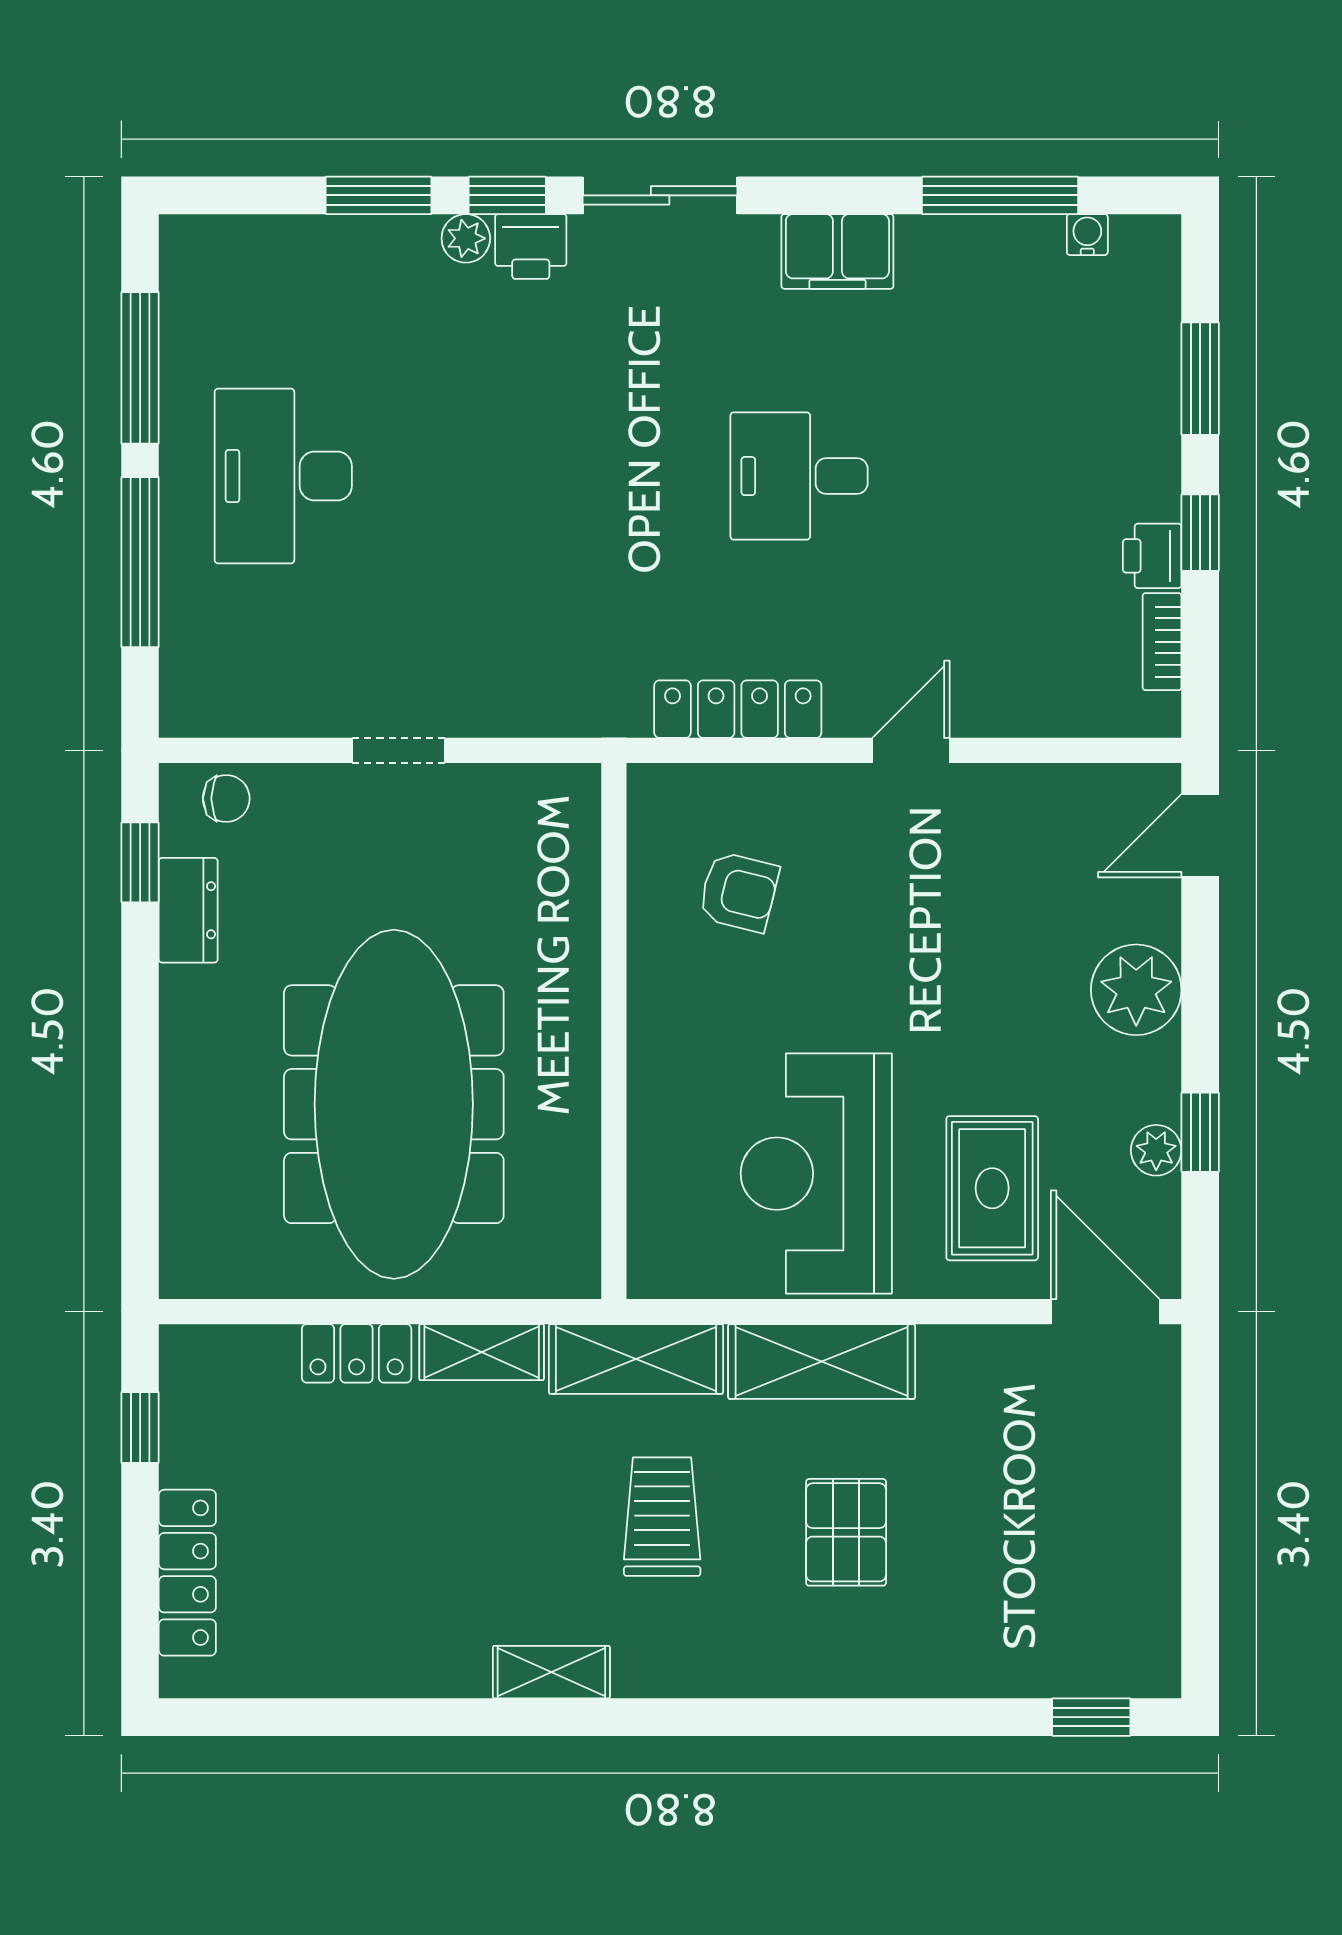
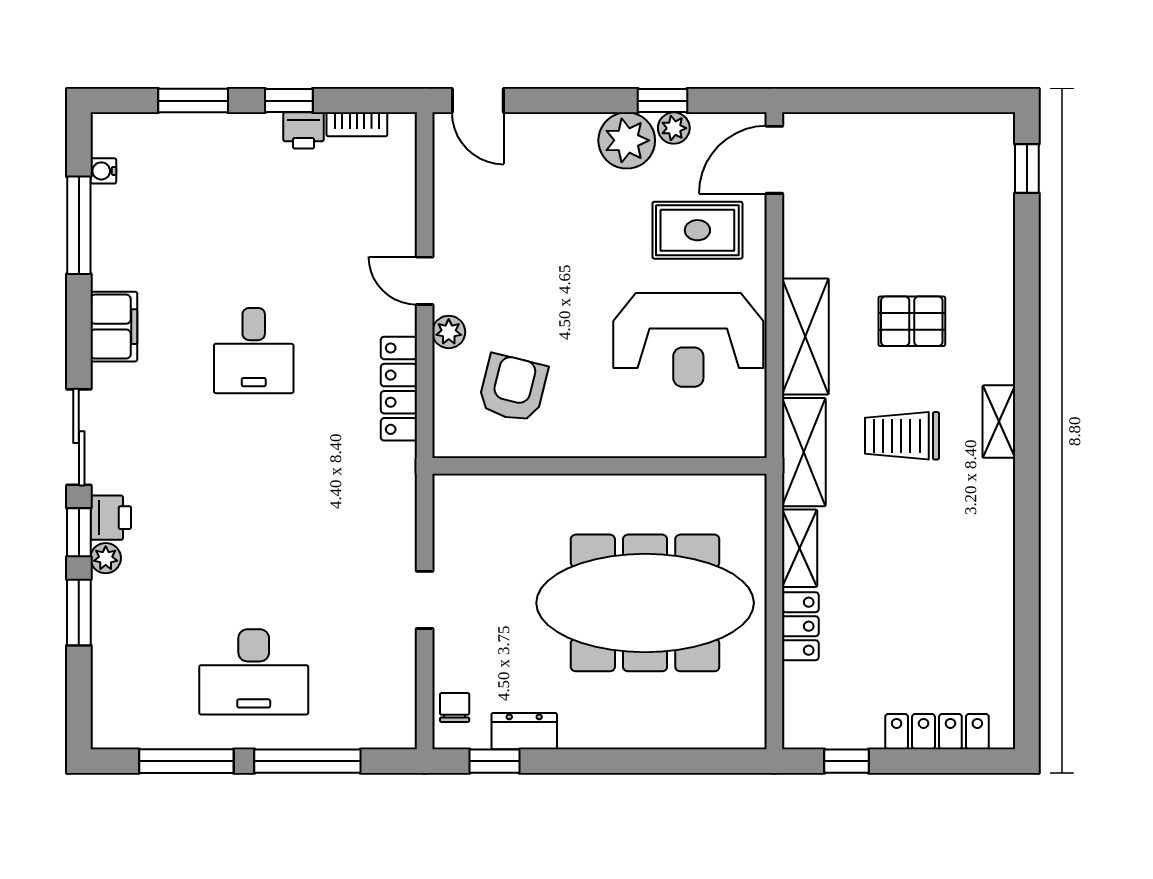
plant: (829, 789) -> (449, 332), added
armchair: (739, 892) -> (513, 388), width x1.38, depth x1.38
plant: (1136, 990) -> (627, 140), moved
shelving: (551, 1672) -> (999, 422), moved

